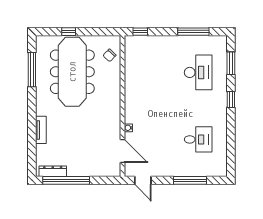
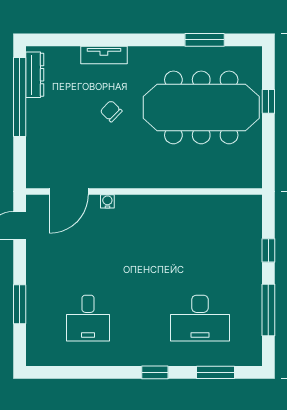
window: (140, 32) -> (268, 250), moved
chair: (110, 55) -> (111, 111), moved
window: (32, 70) -> (205, 40), width x0.69
window: (190, 180) -> (20, 304), width x0.69

